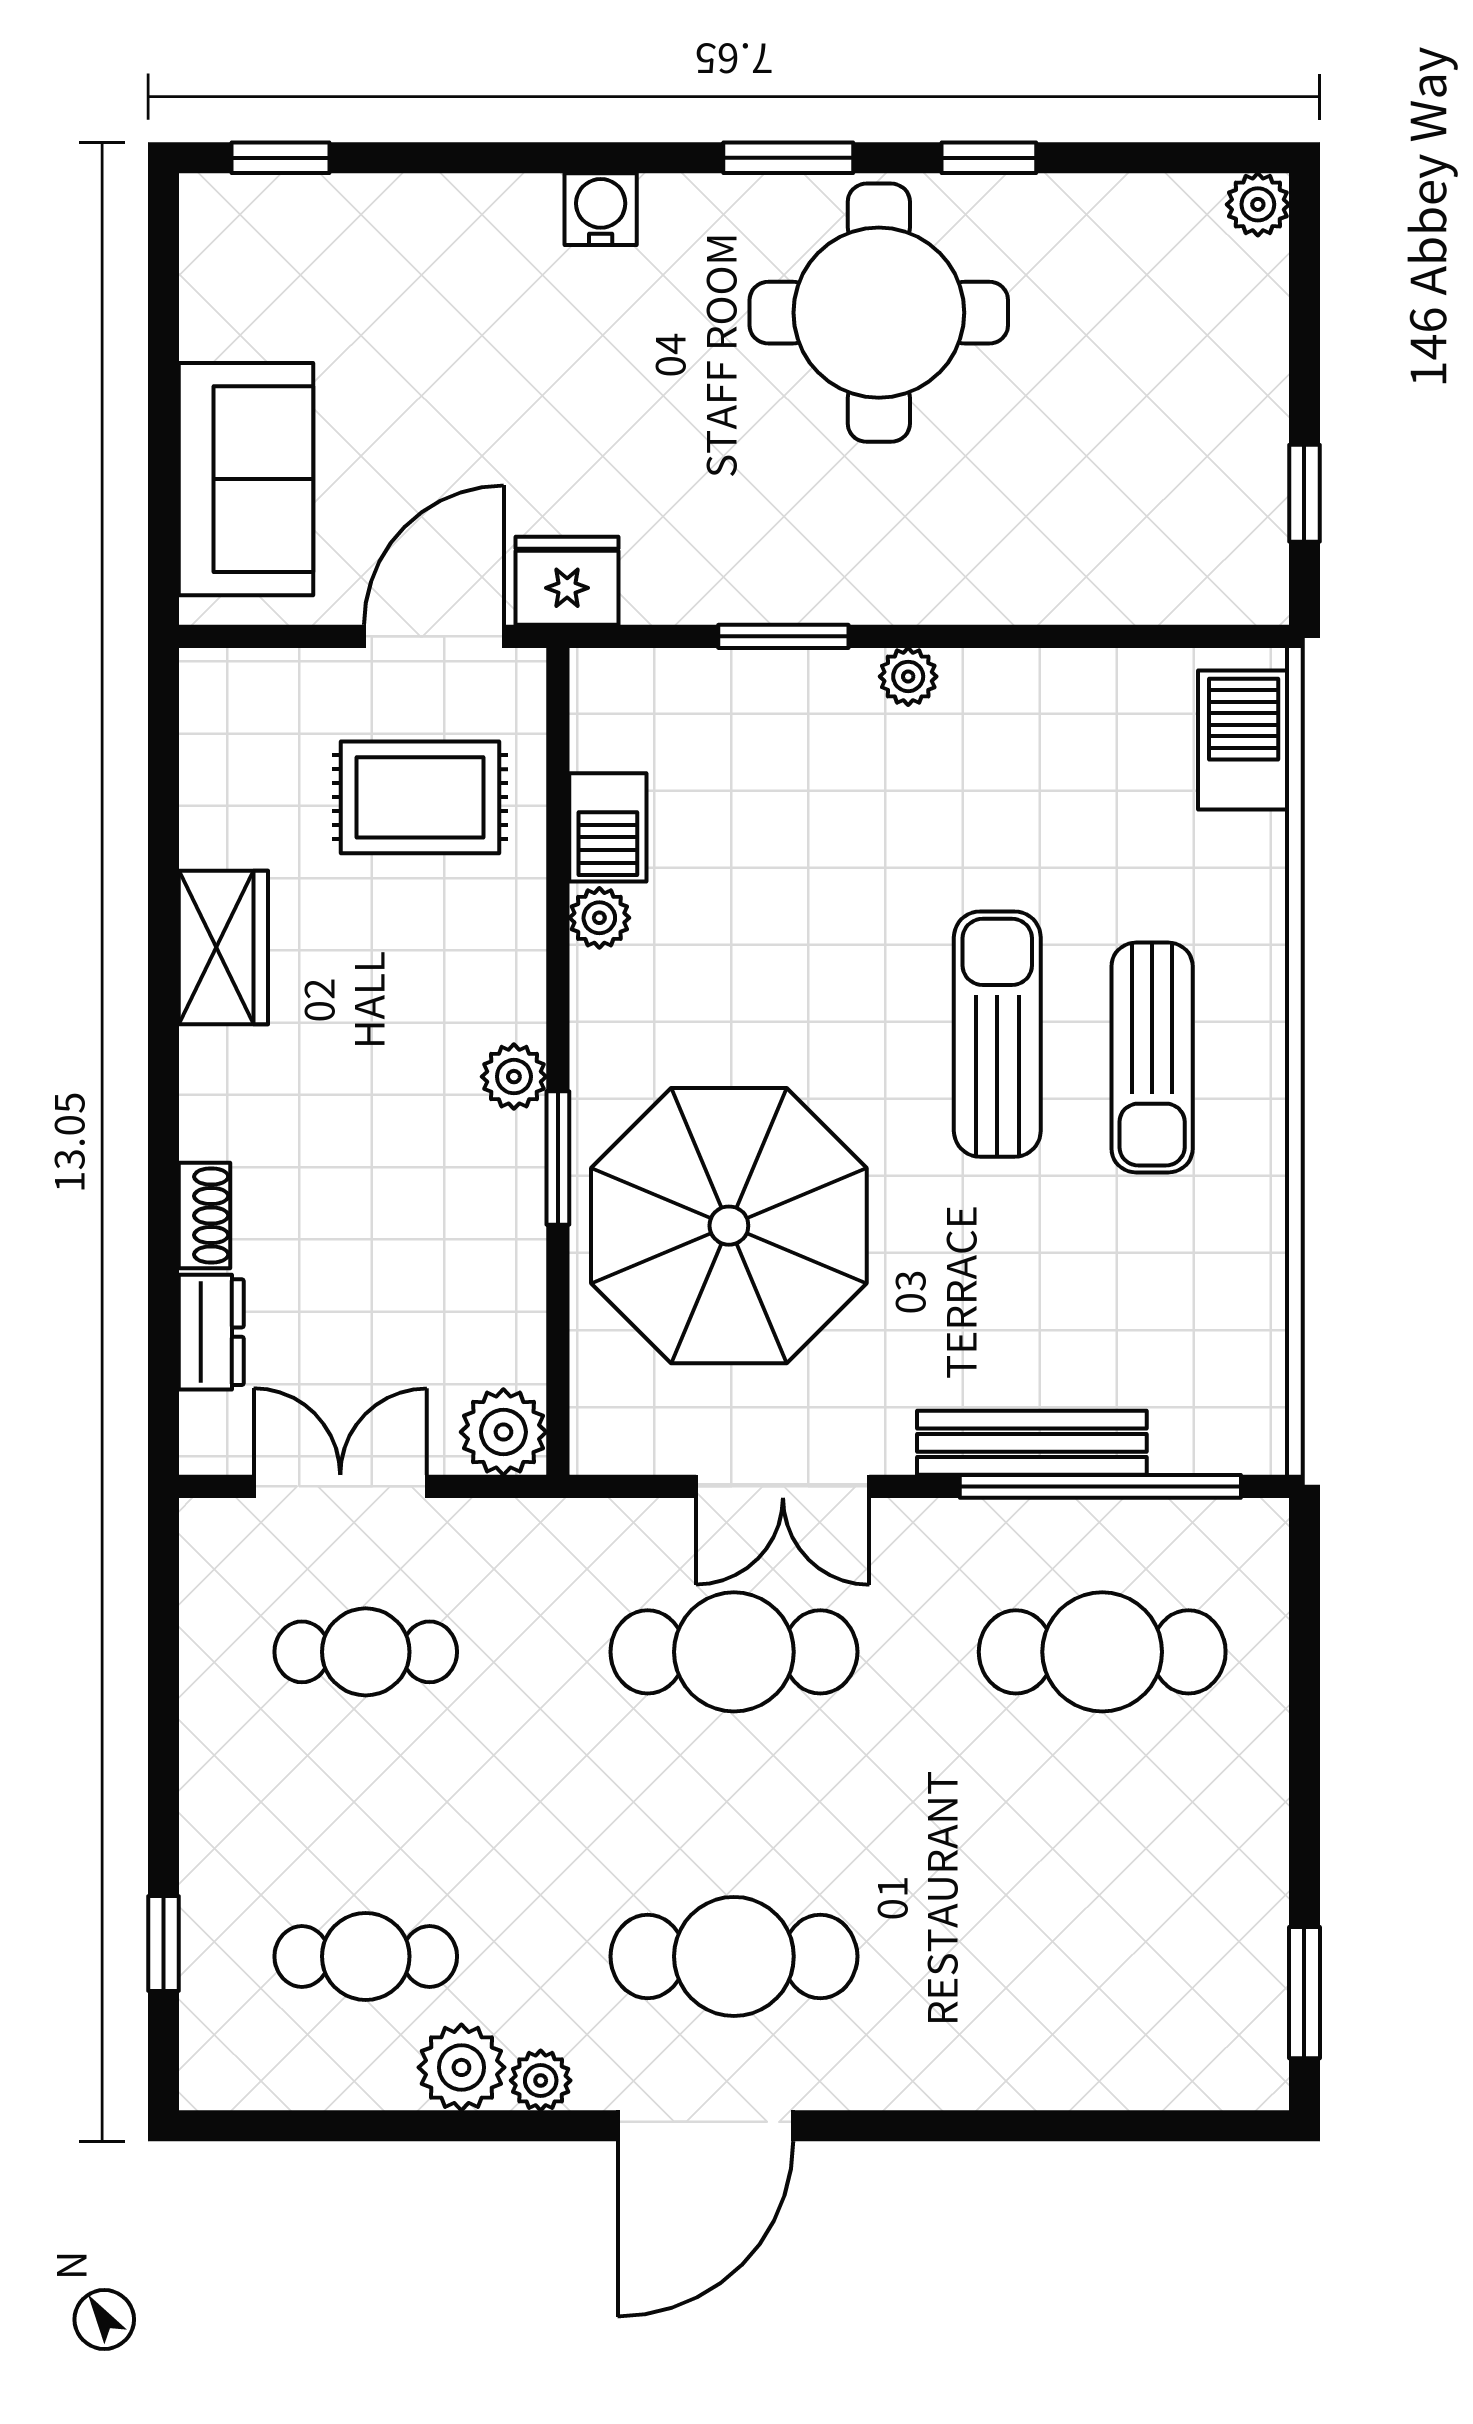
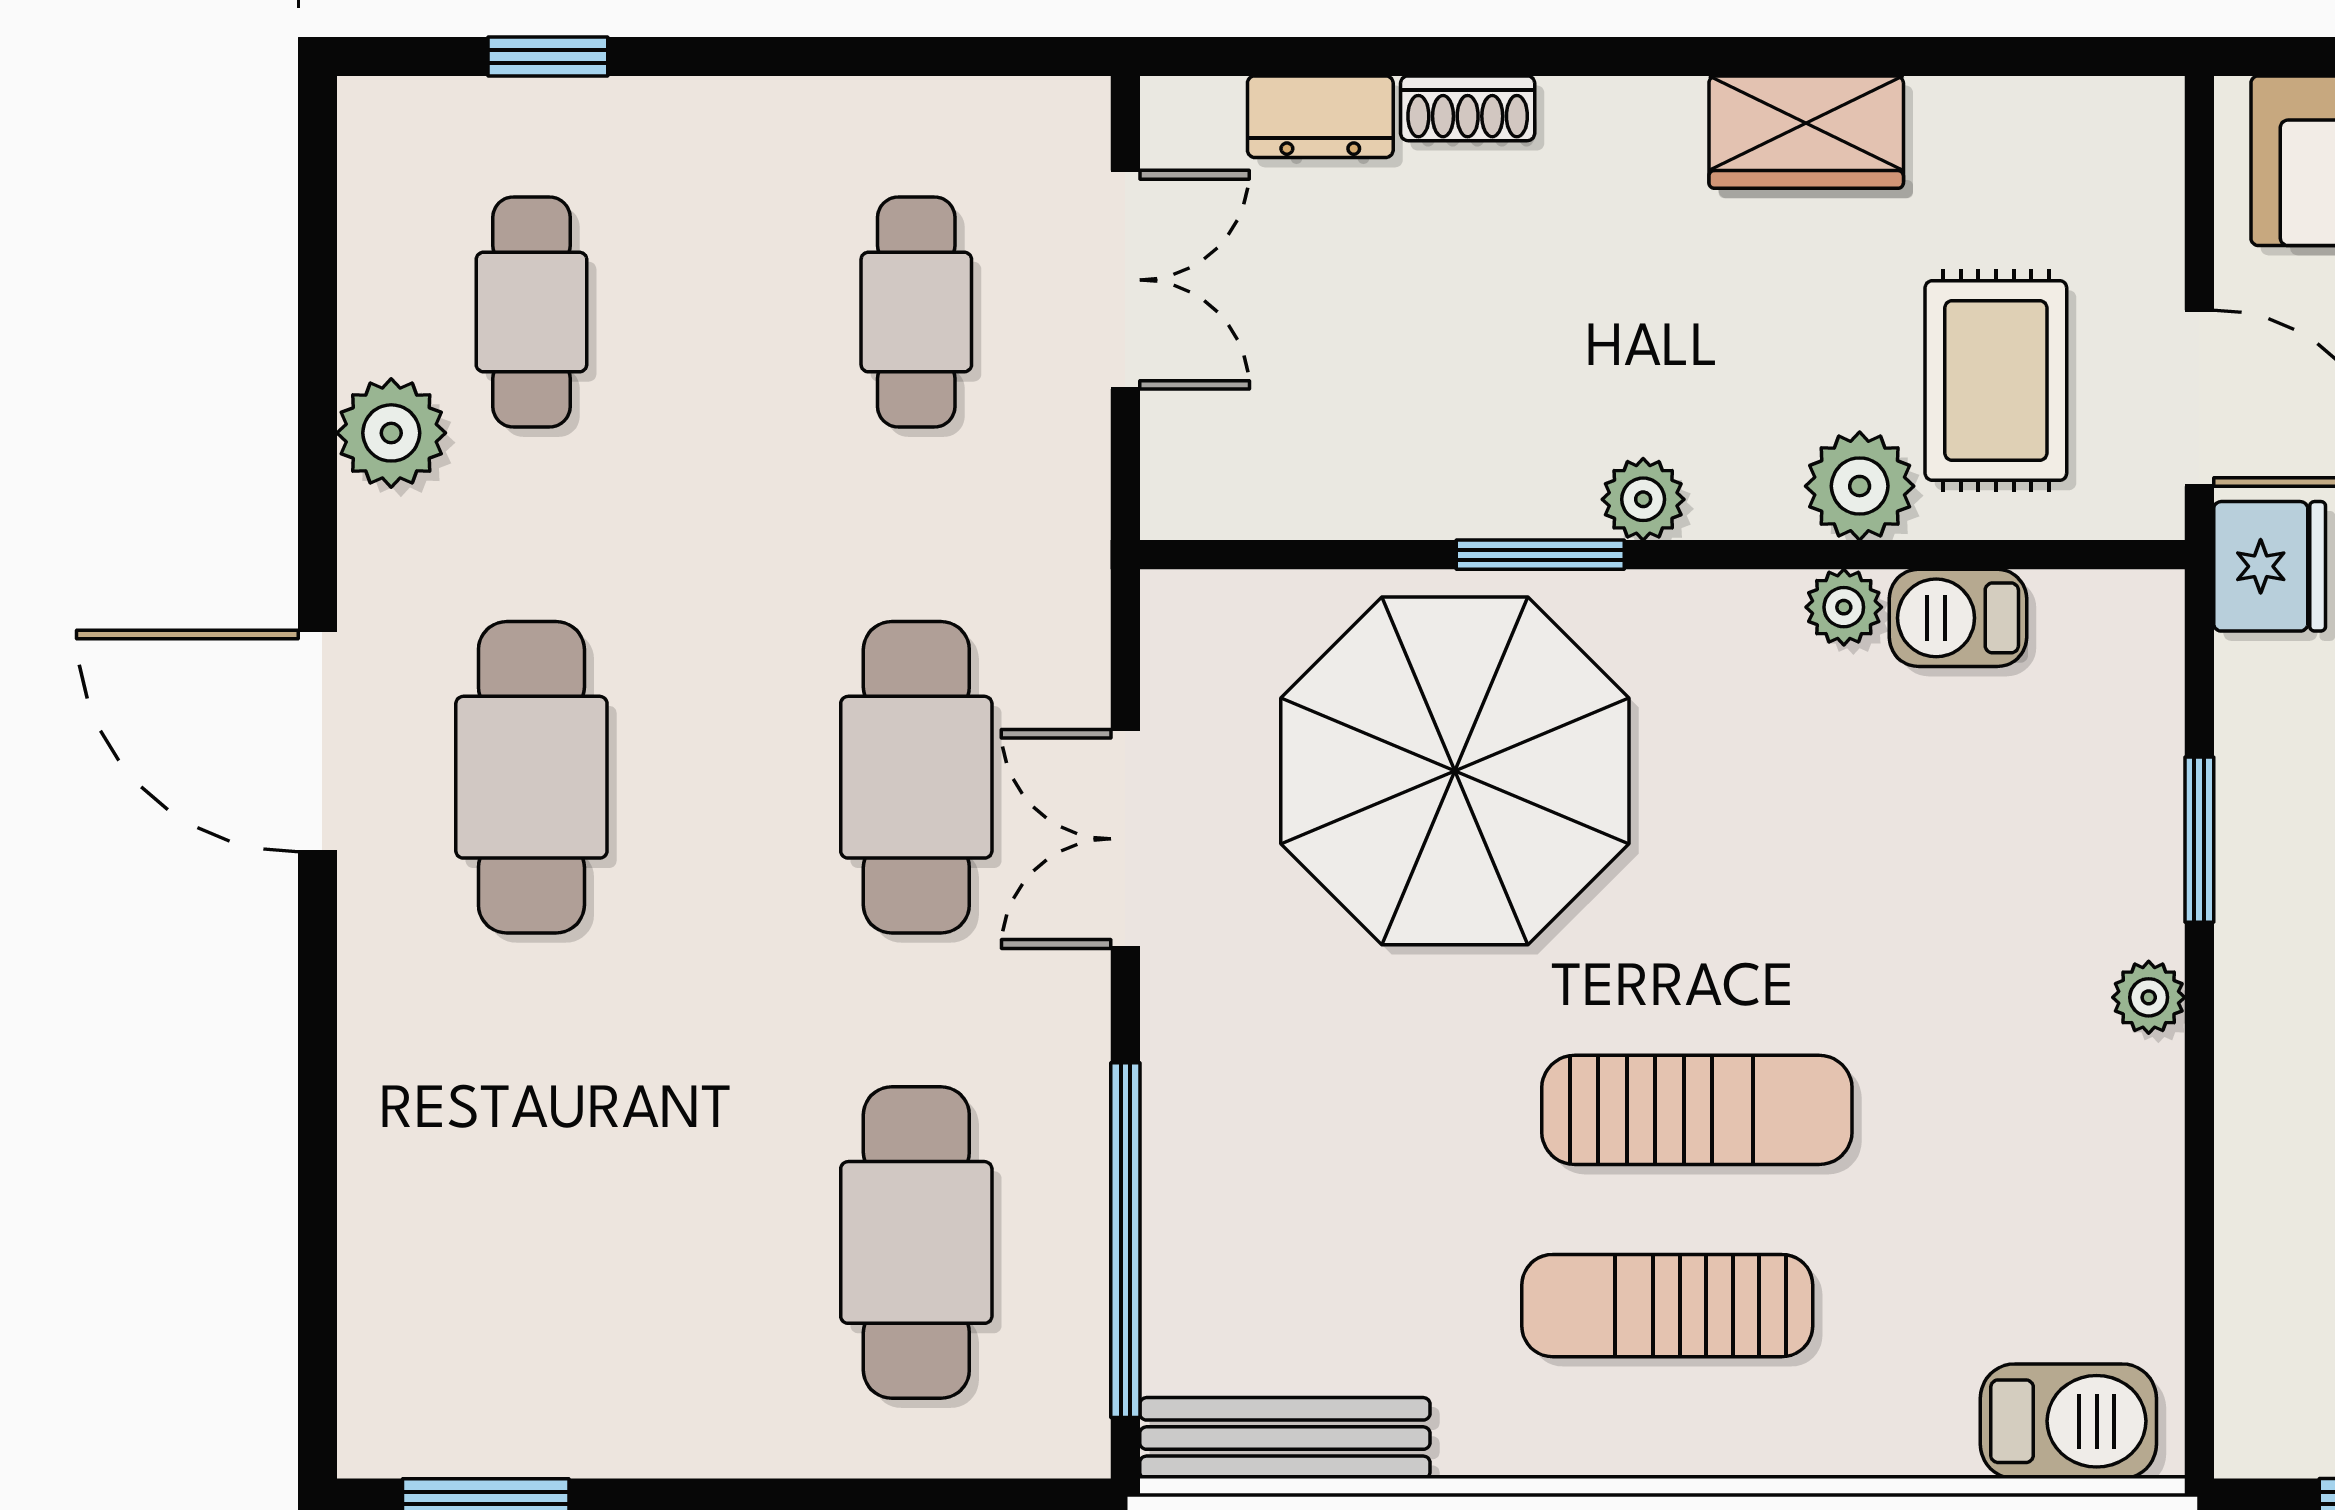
plant: (503, 1432) -> (1860, 486), moved
bench: (1032, 1443) -> (1285, 1438), moved, turned 90
plant: (541, 2080) -> (375, 533), removed

